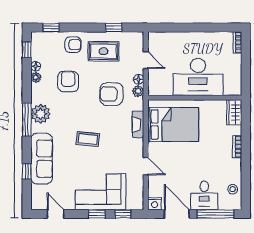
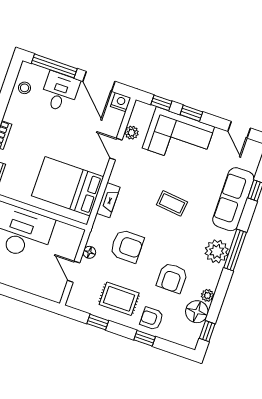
window: (51, 28) -> (145, 338), moved
floor lamp: (36, 66) -> (197, 312), width x1.89, depth x1.89
plant: (138, 91) -> (132, 133), moved

